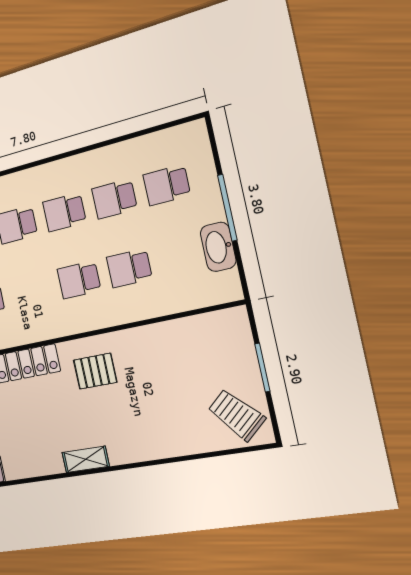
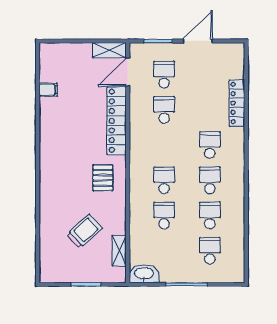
washbasin: (218, 247) -> (144, 274), moved
trolley: (236, 415) -> (84, 231), moved
shelving: (86, 459) -> (119, 251), moved

